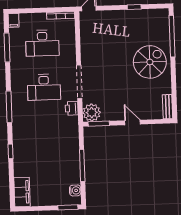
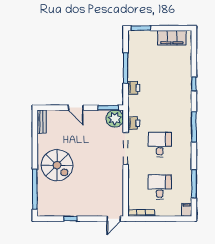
desk: (42, 43) -> (160, 187), width x0.73
spiral stairs: (150, 62) -> (57, 165), turned -90
desk: (44, 87) -> (160, 145), width x0.73
printer: (73, 145) -> (134, 88), added
water cooler: (75, 190) -> (133, 44), removed
filing cabinet: (22, 192) -> (172, 38), moved, turned -90

